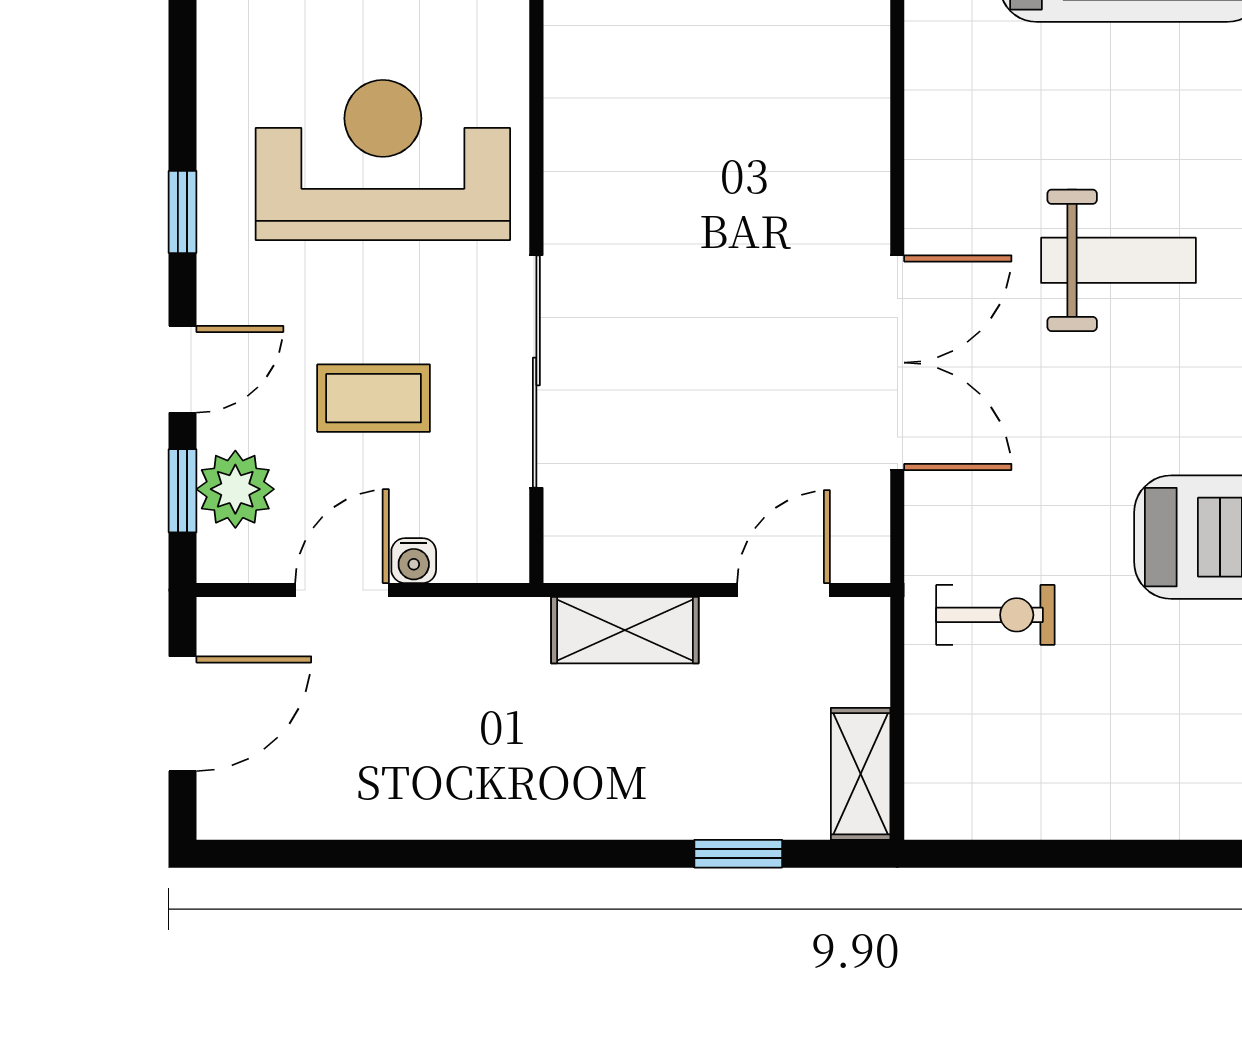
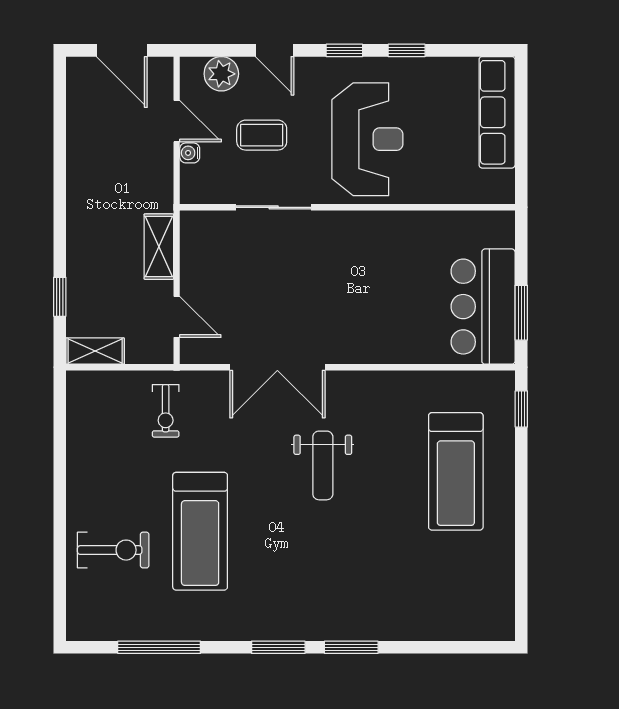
sliding door: (536, 371) -> (274, 207), width x0.73
coffee table: (374, 398) -> (262, 135), turned 90
window: (183, 491) -> (407, 50), moved

